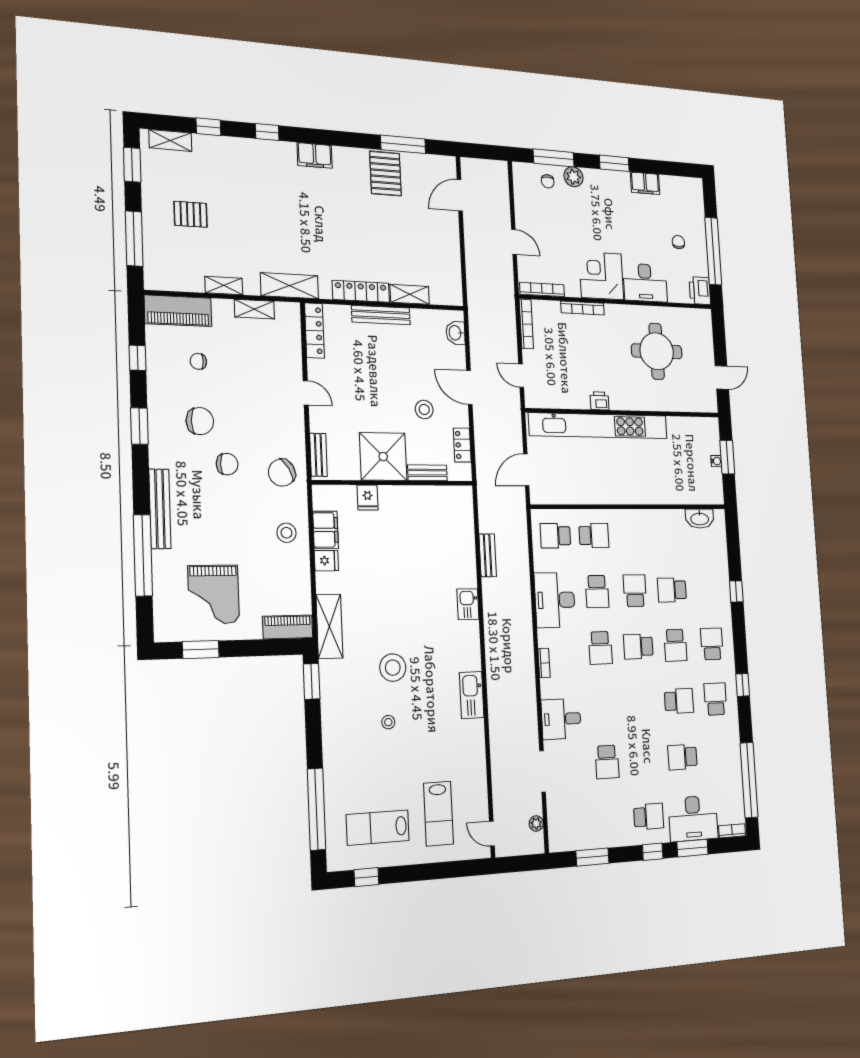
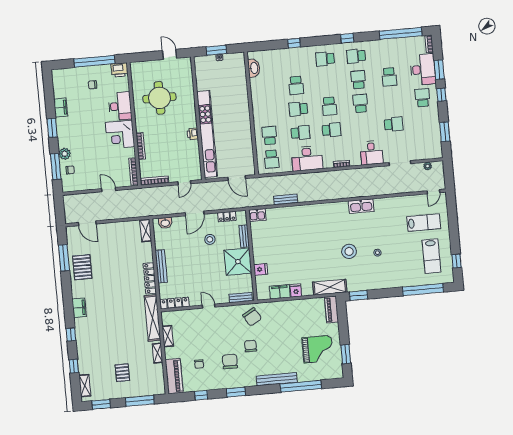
pallet: (385, 174) -> (82, 267), turned 90
door: (514, 242) -> (109, 190), hinge flipped
shelving: (290, 286) -> (152, 318), width x1.47
shelving: (410, 294) -> (146, 231), moved
door: (306, 393) -> (209, 306), hinge flipped
stool: (286, 533) -> (283, 313), removed
kitchen sink: (468, 604) -> (257, 215), moved
school desk: (675, 645) -> (360, 103), moved, turned -90

